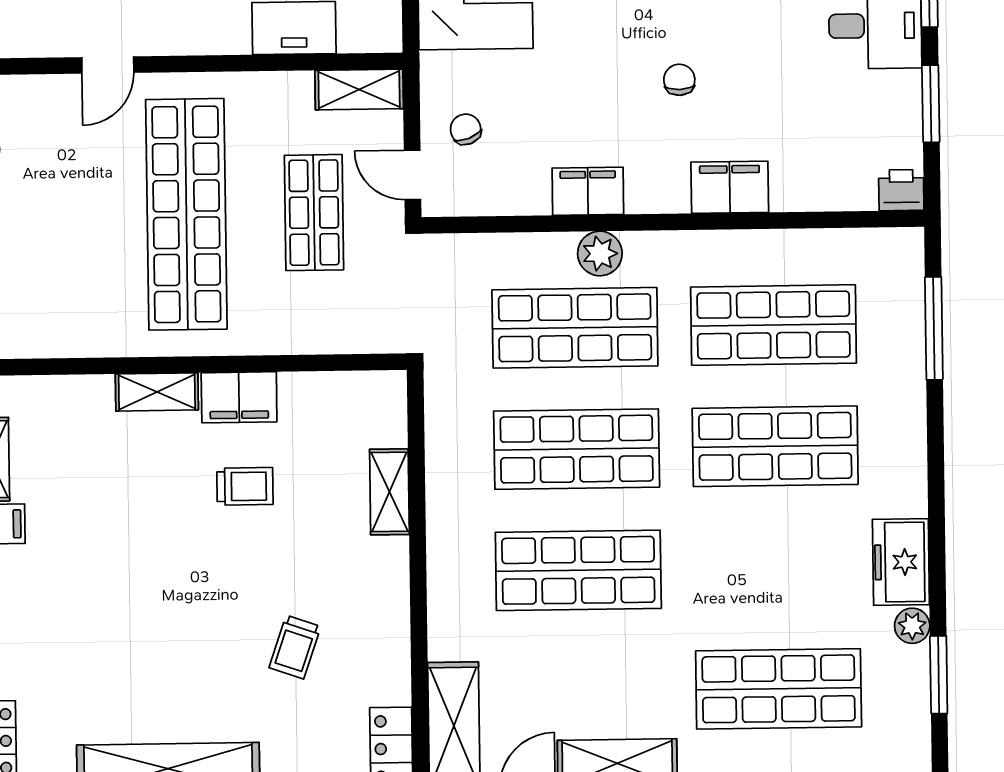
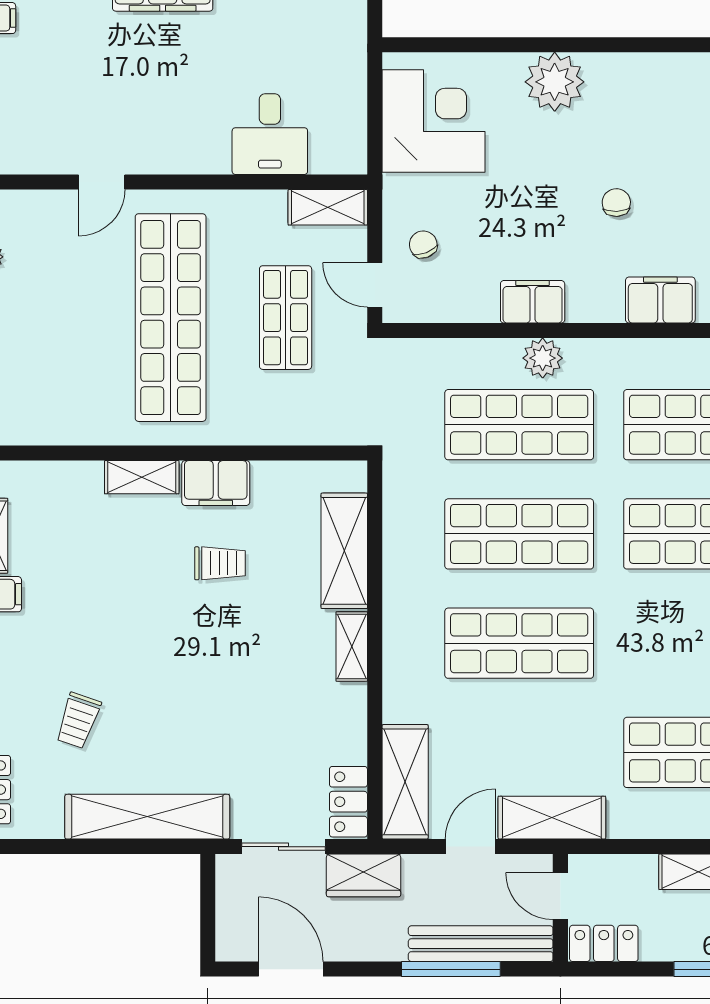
shelving: (389, 492) -> (344, 551), width x1.50, depth x1.33
shelving: (392, 577) -> (352, 646), added
trolley: (295, 647) -> (78, 720), moved

